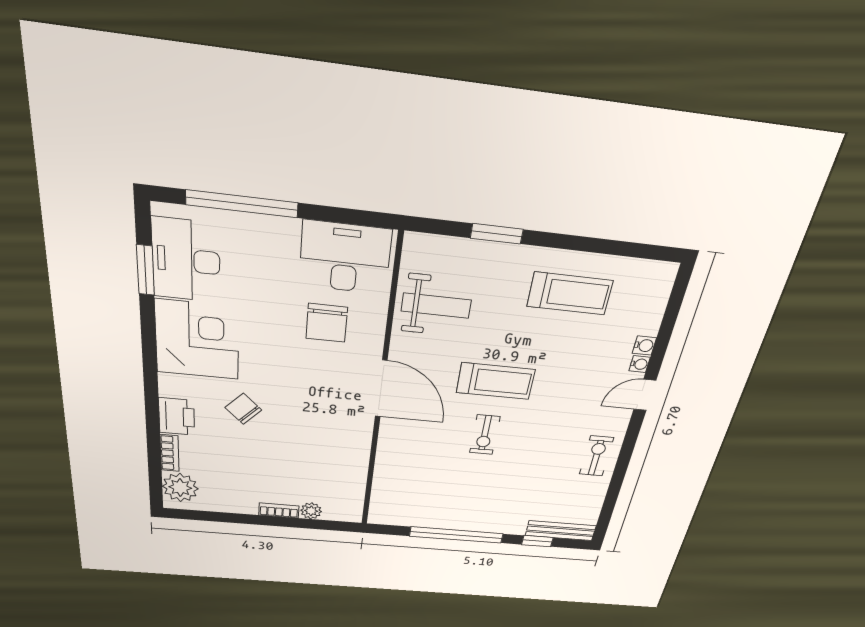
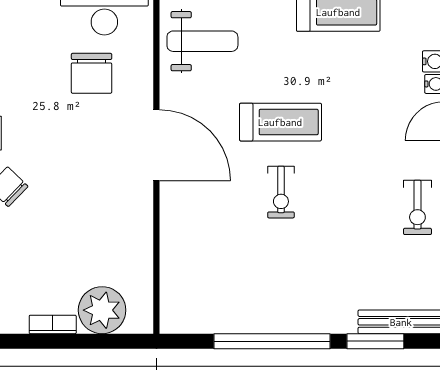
exercise bike: (596, 456) -> (417, 207), turned 180
plant: (311, 511) -> (102, 310), width x1.87, depth x1.87
window: (537, 541) -> (375, 341), width x1.50

